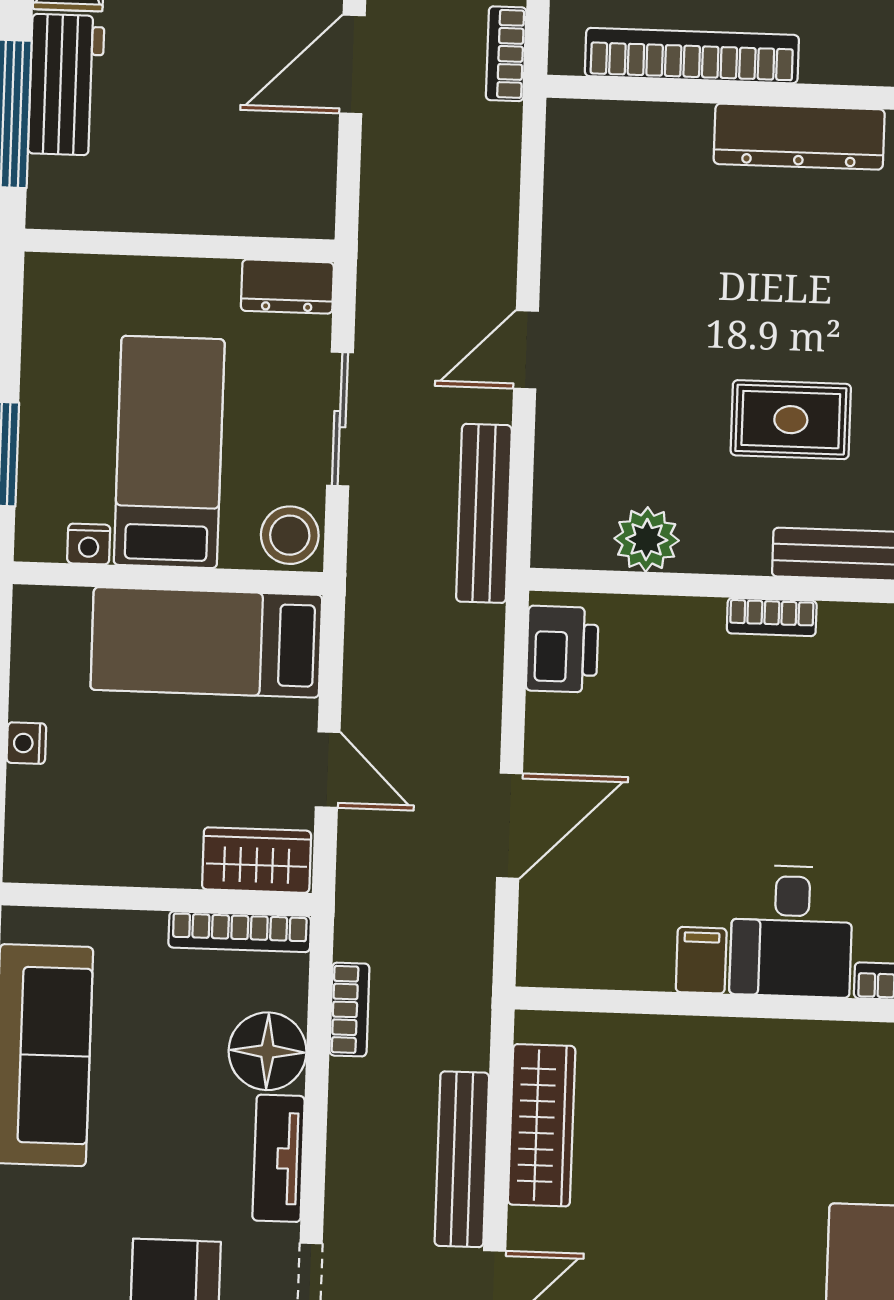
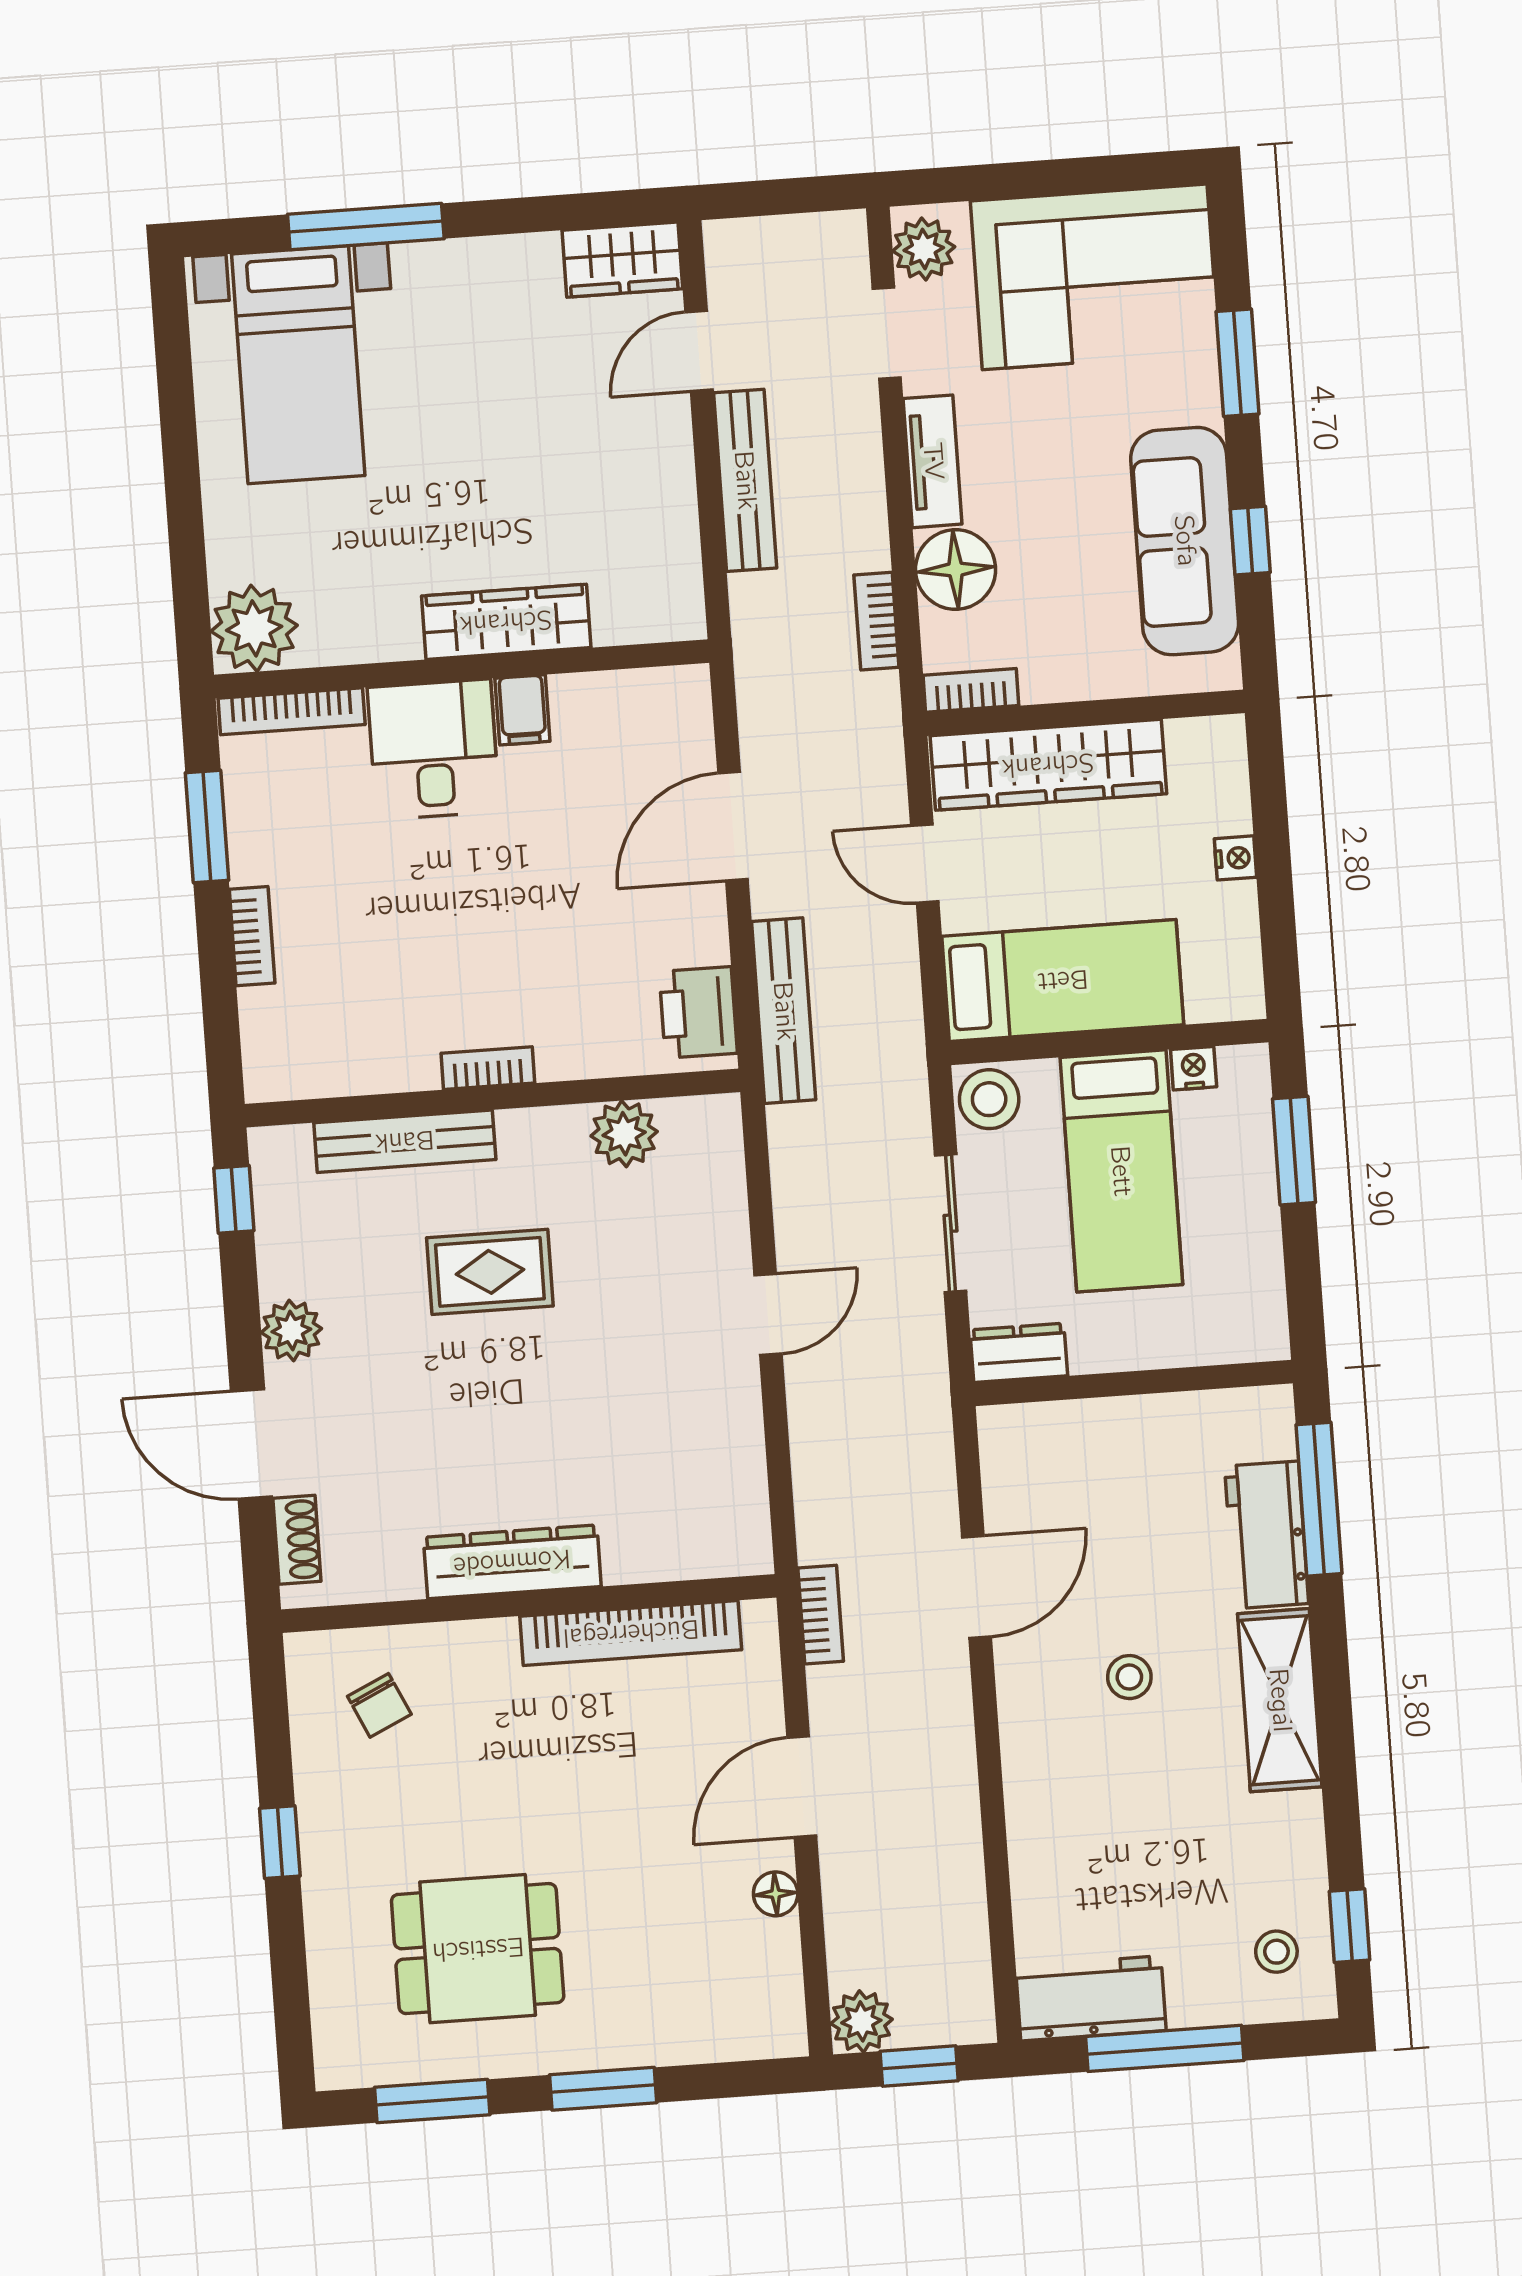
bench: (484, 513) -> (784, 1011), moved
wardrobe: (257, 860) -> (1048, 765), width x2.10, depth x1.17
bookcase: (240, 932) -> (971, 690), width x0.64
wardrobe: (542, 1125) -> (506, 622), moved, turned 90

